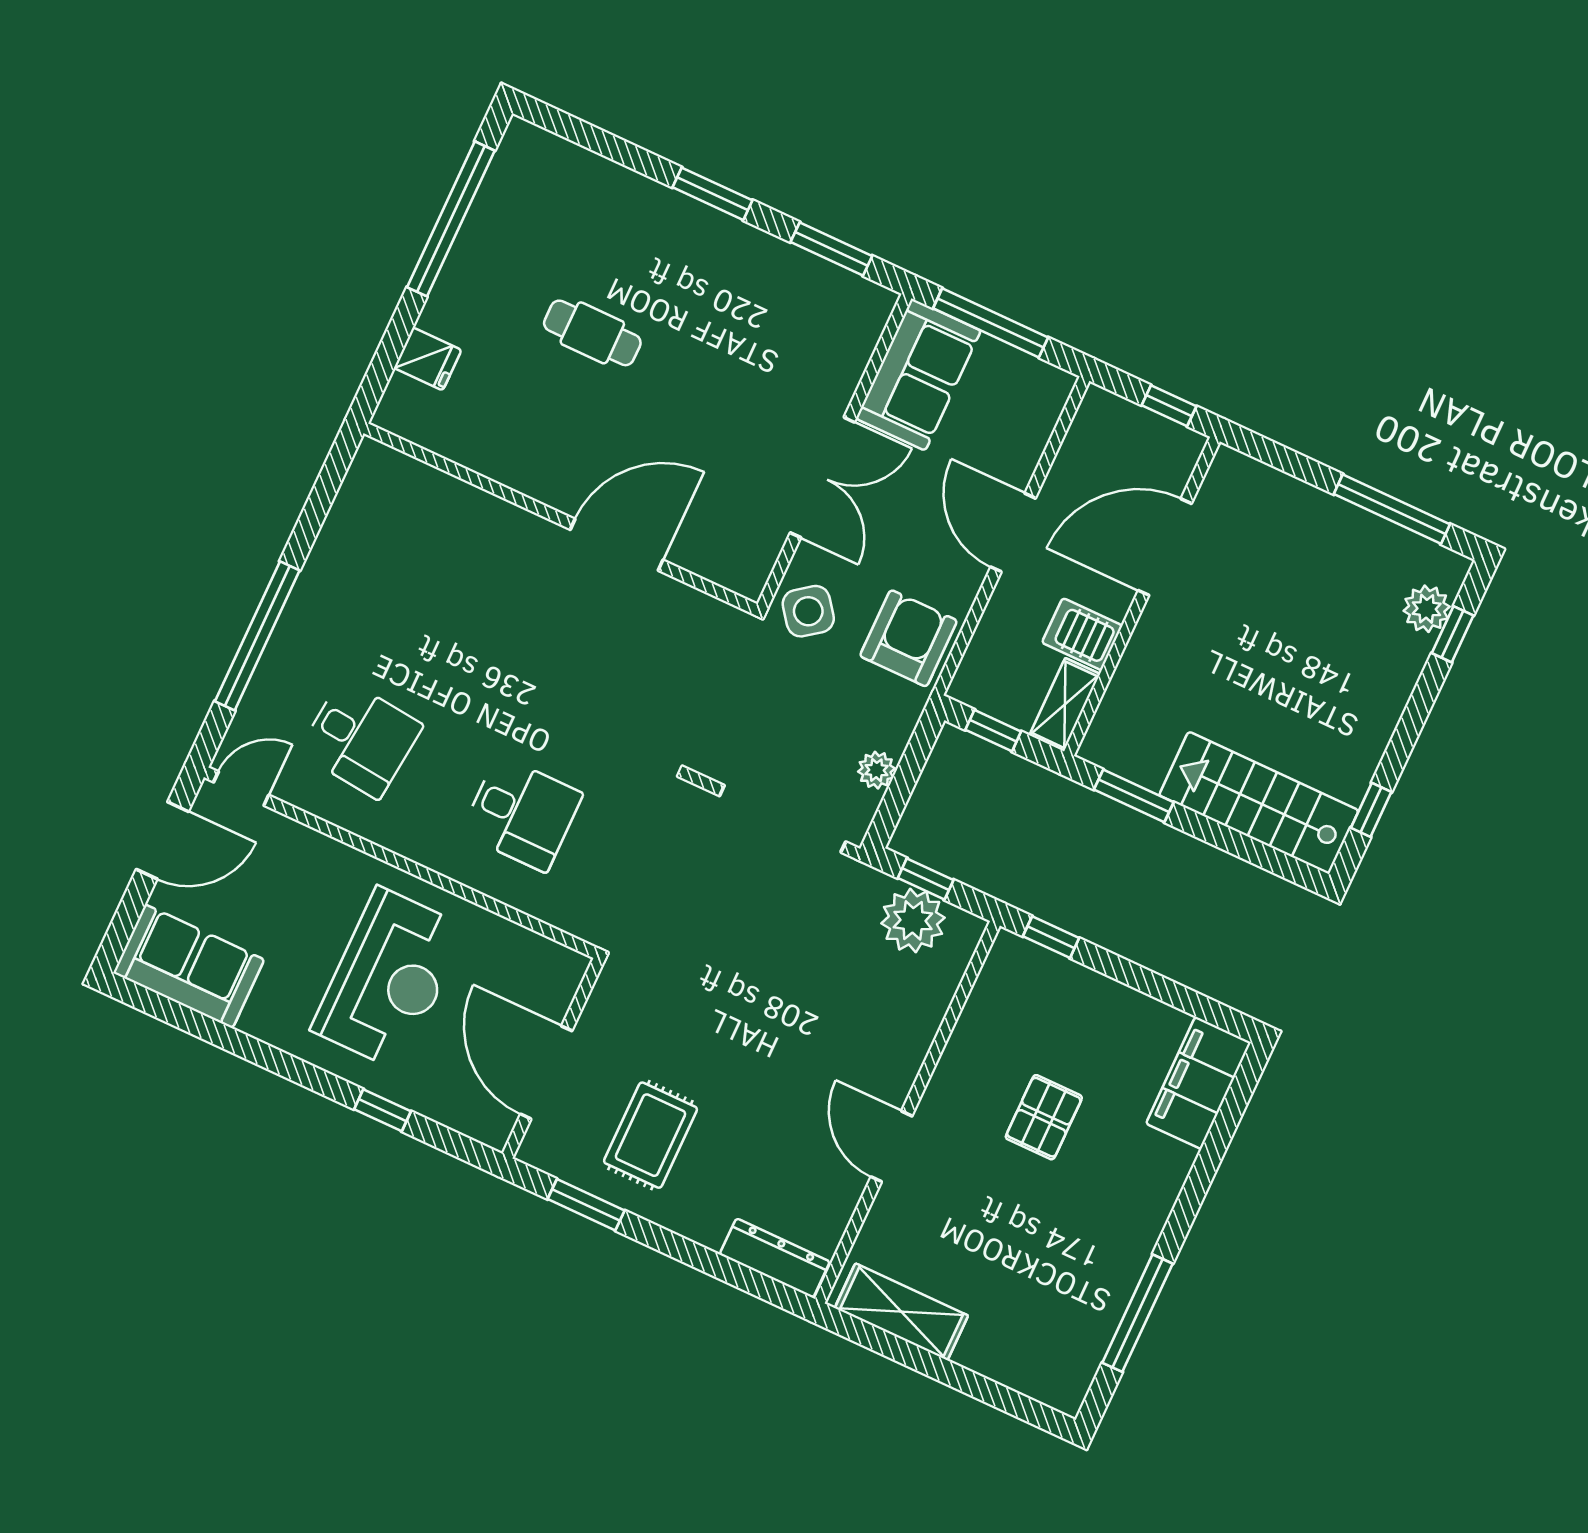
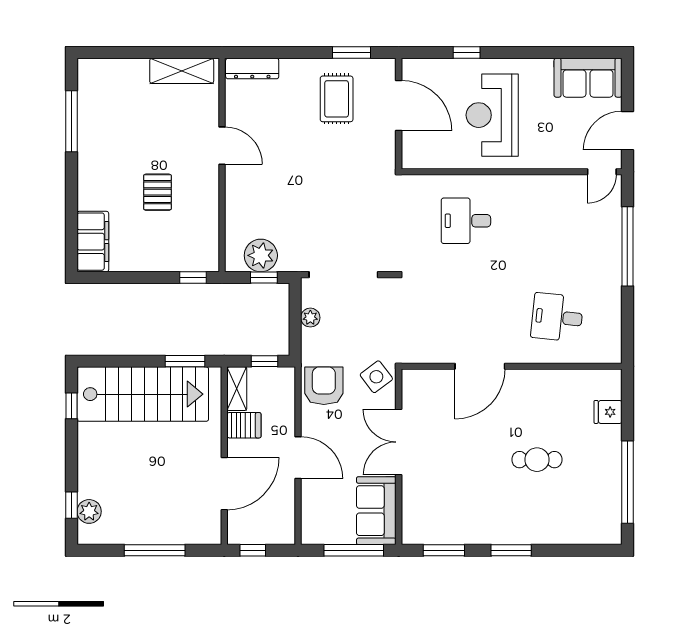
window: (1392, 509) -> (155, 550), moved
armchair: (908, 638) -> (324, 386), turned 180
desk: (360, 739) -> (557, 317), moved
stairs: (1259, 803) -> (143, 394), width x1.36, depth x1.51

